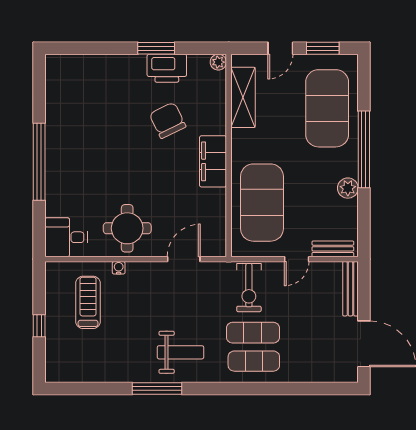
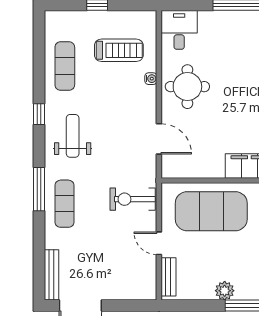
bench: (350, 289) -> (52, 275), moved, turned 90
exercise mat: (253, 333) -> (65, 66), moved
weight bench: (180, 352) -> (73, 136), turned 180
window: (157, 389) -> (39, 114), width x0.46
window: (238, 389) -> (39, 189), added

